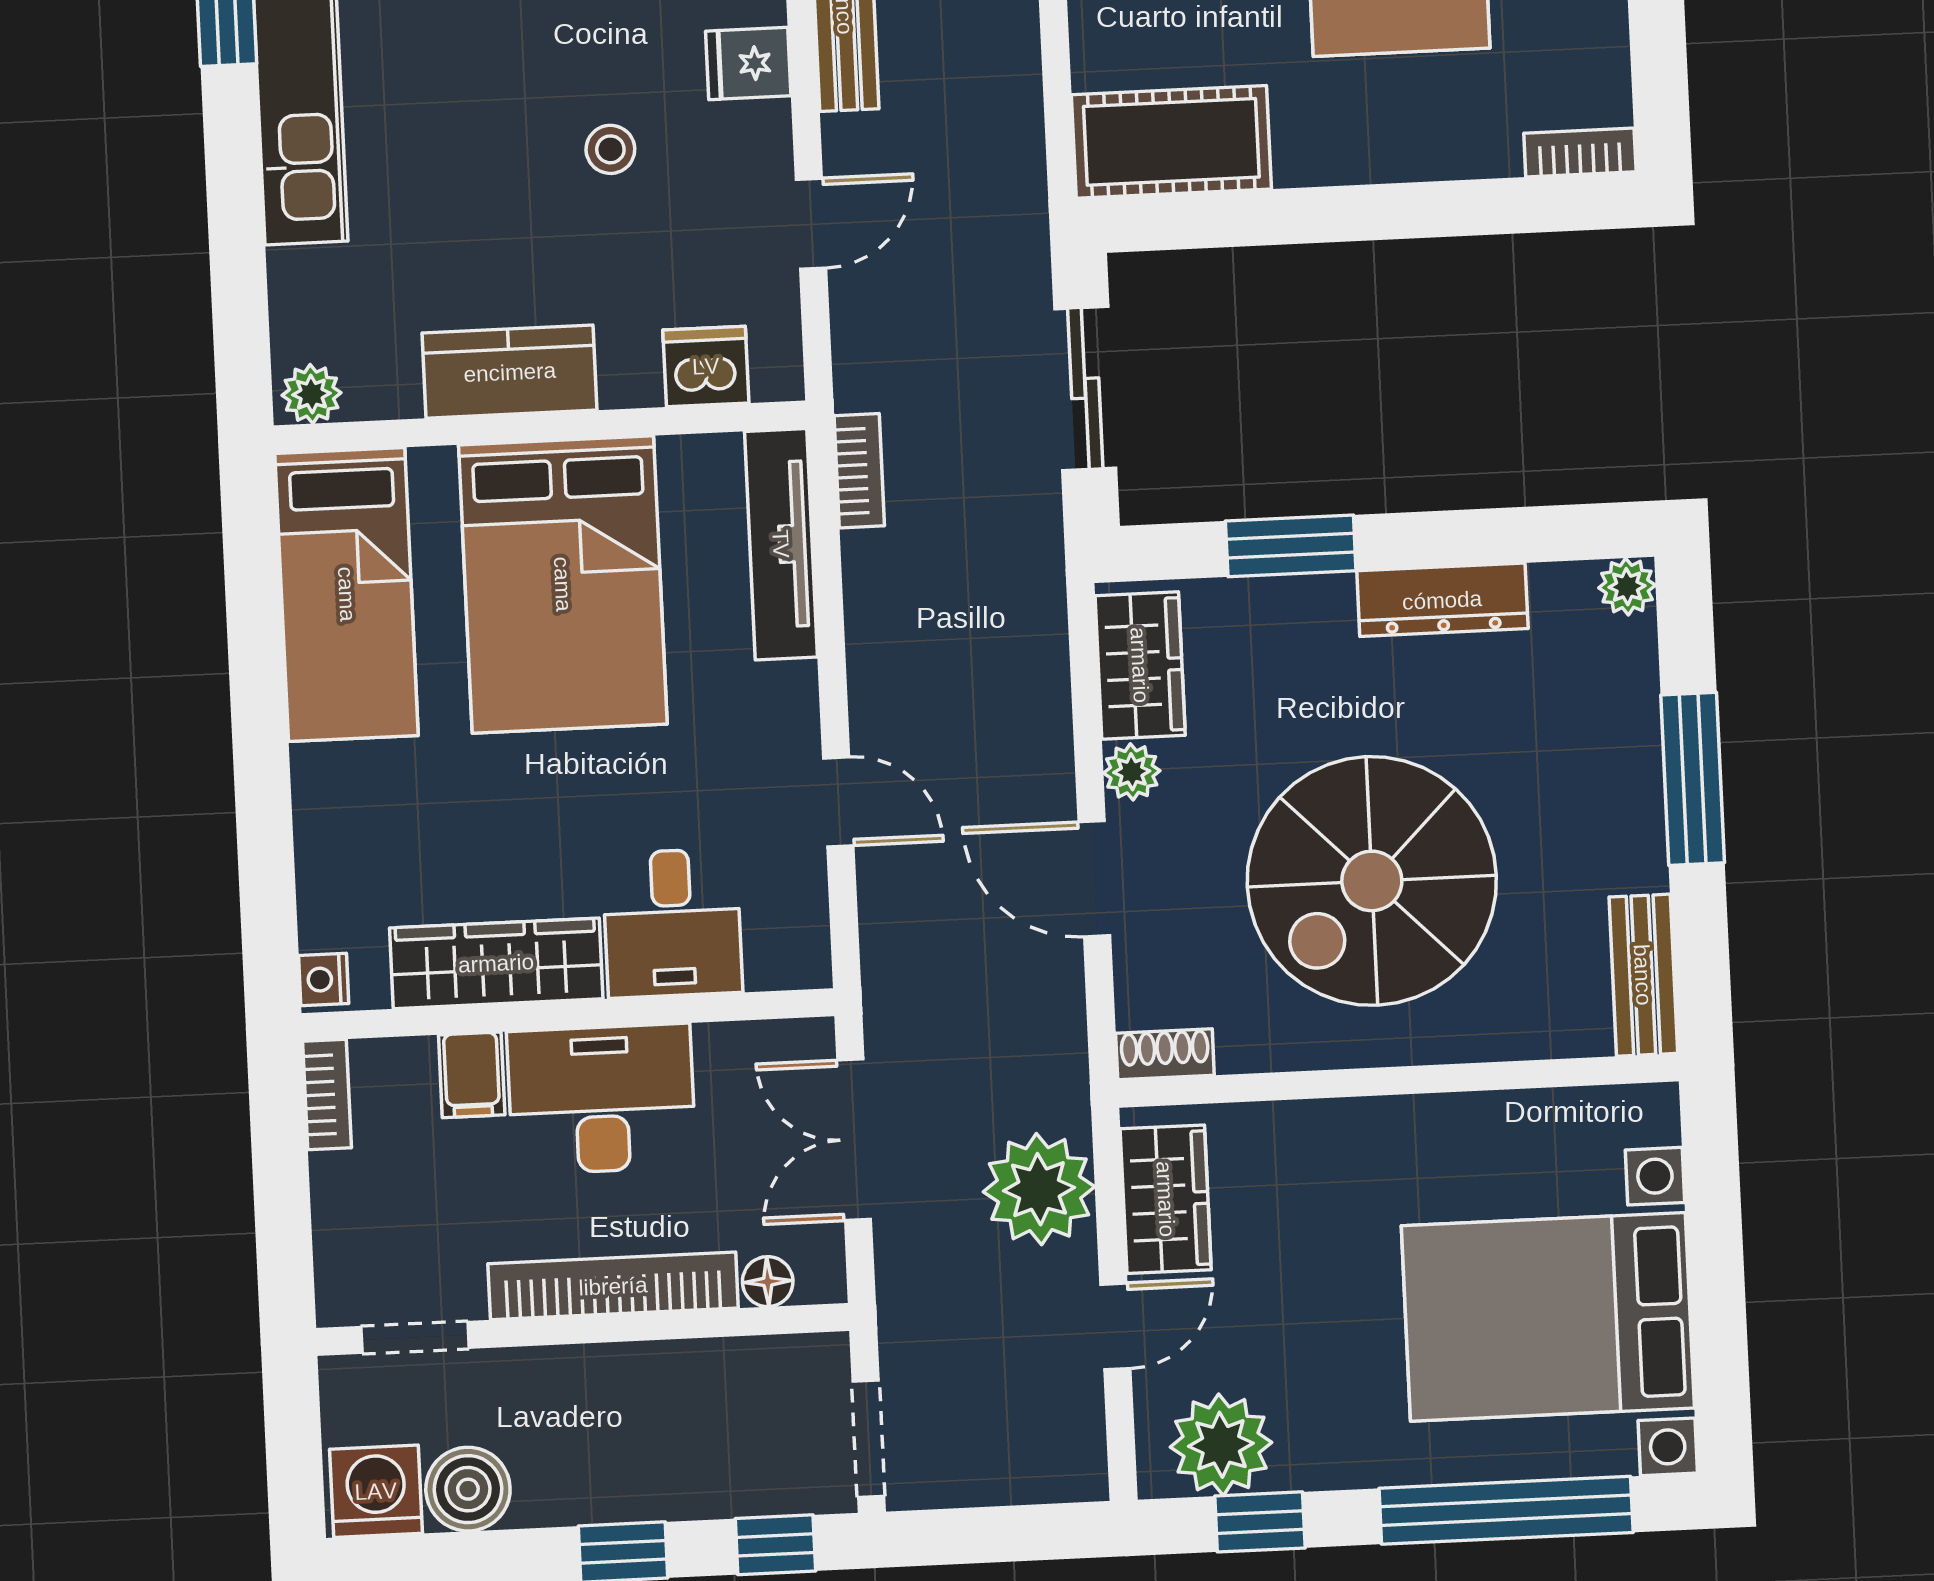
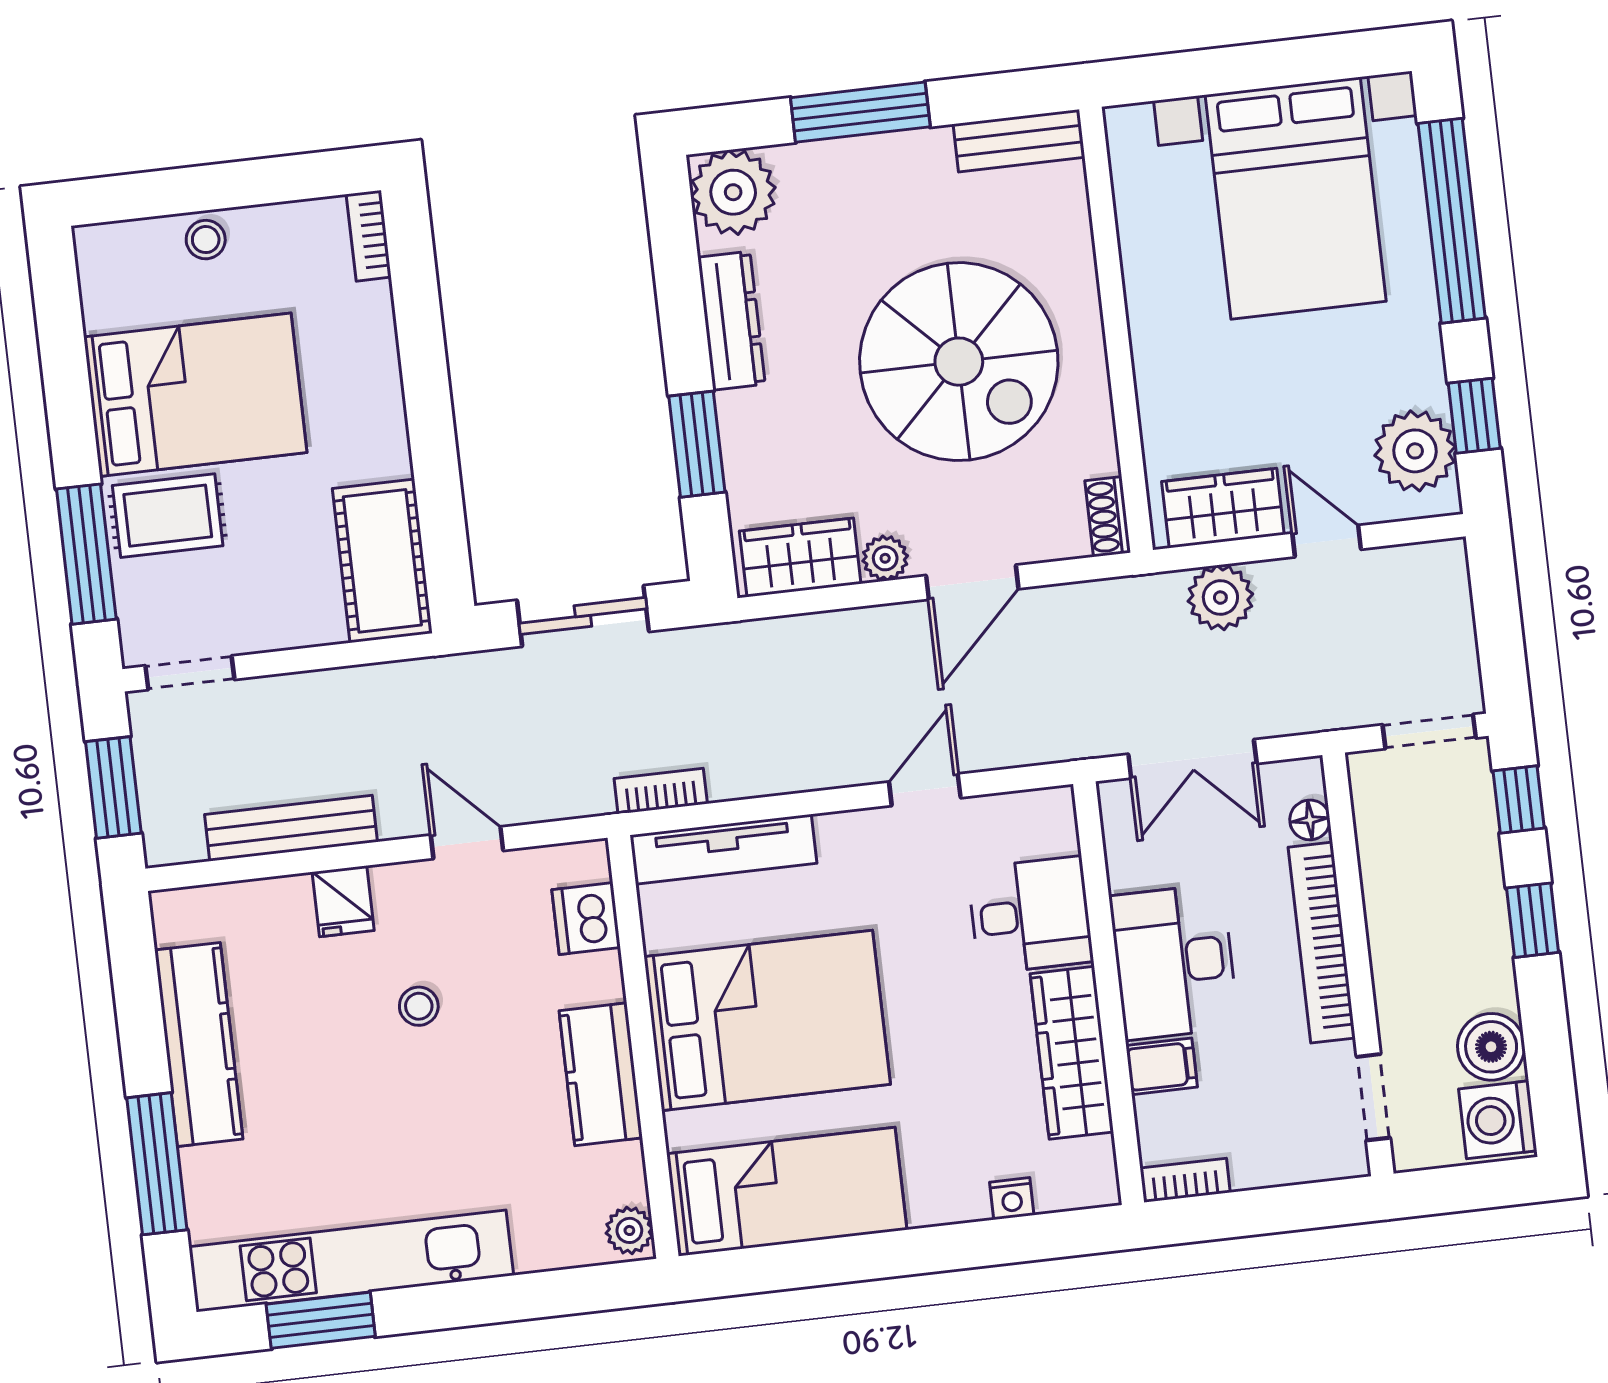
plant: (1627, 587) -> (733, 192), width x1.88, depth x1.88
nightstand: (324, 979) -> (1012, 1199), moved
plant: (1039, 1189) -> (1220, 598), width x0.73, depth x0.73

